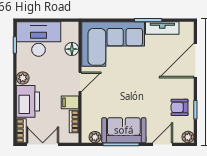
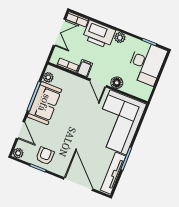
tv unit: (162, 28) -> (113, 173), width x1.41
floor lamp: (72, 49) -> (117, 83), moved

